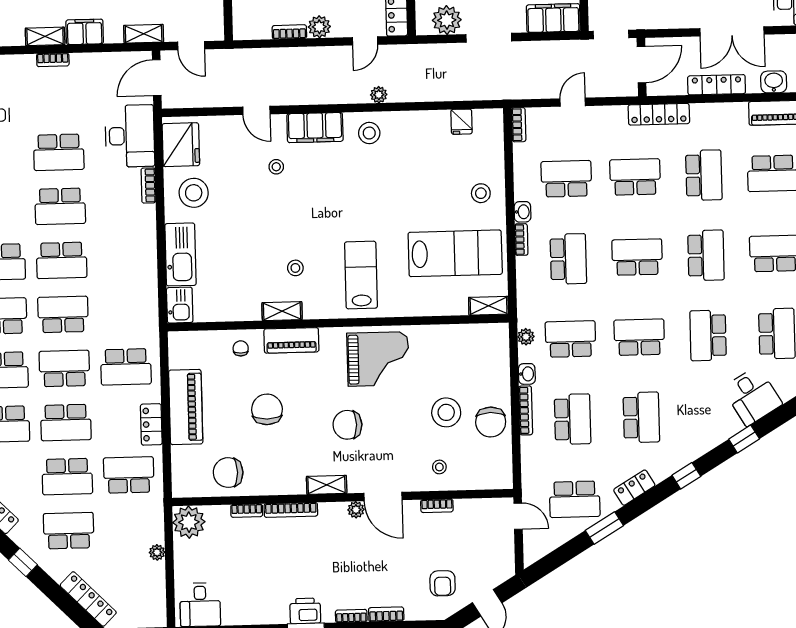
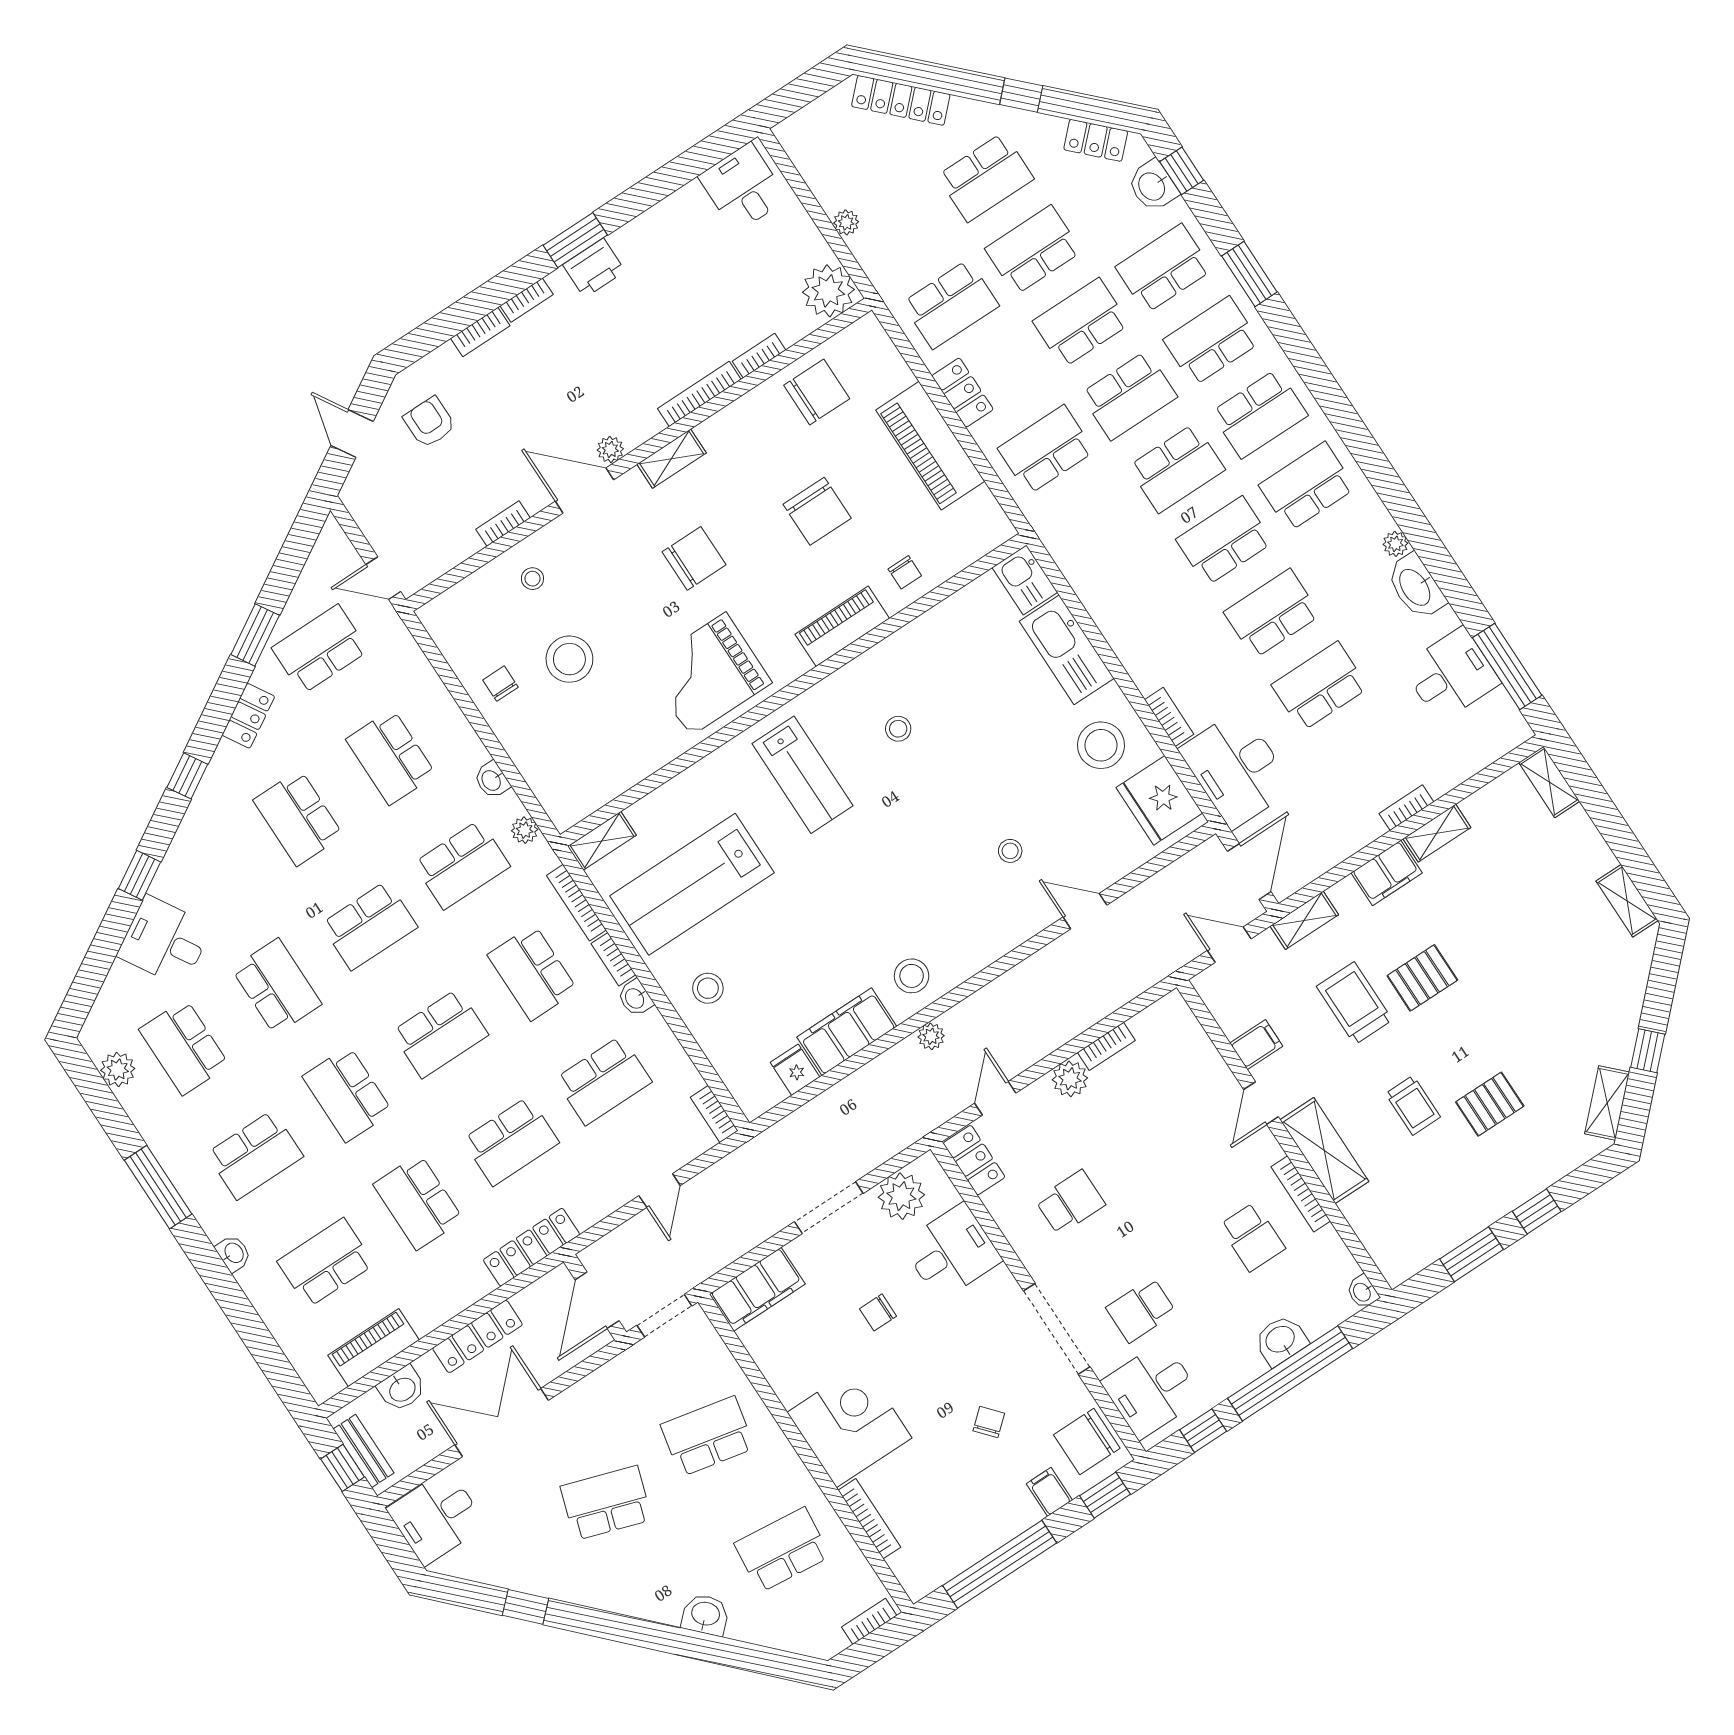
filing cabinet: (315, 128) -> (847, 1032), moved
shelving: (282, 311) -> (880, 658), removed
bookcase: (526, 410) -> (576, 903), moved
chair: (491, 422) -> (500, 684), width x0.54, depth x0.54

